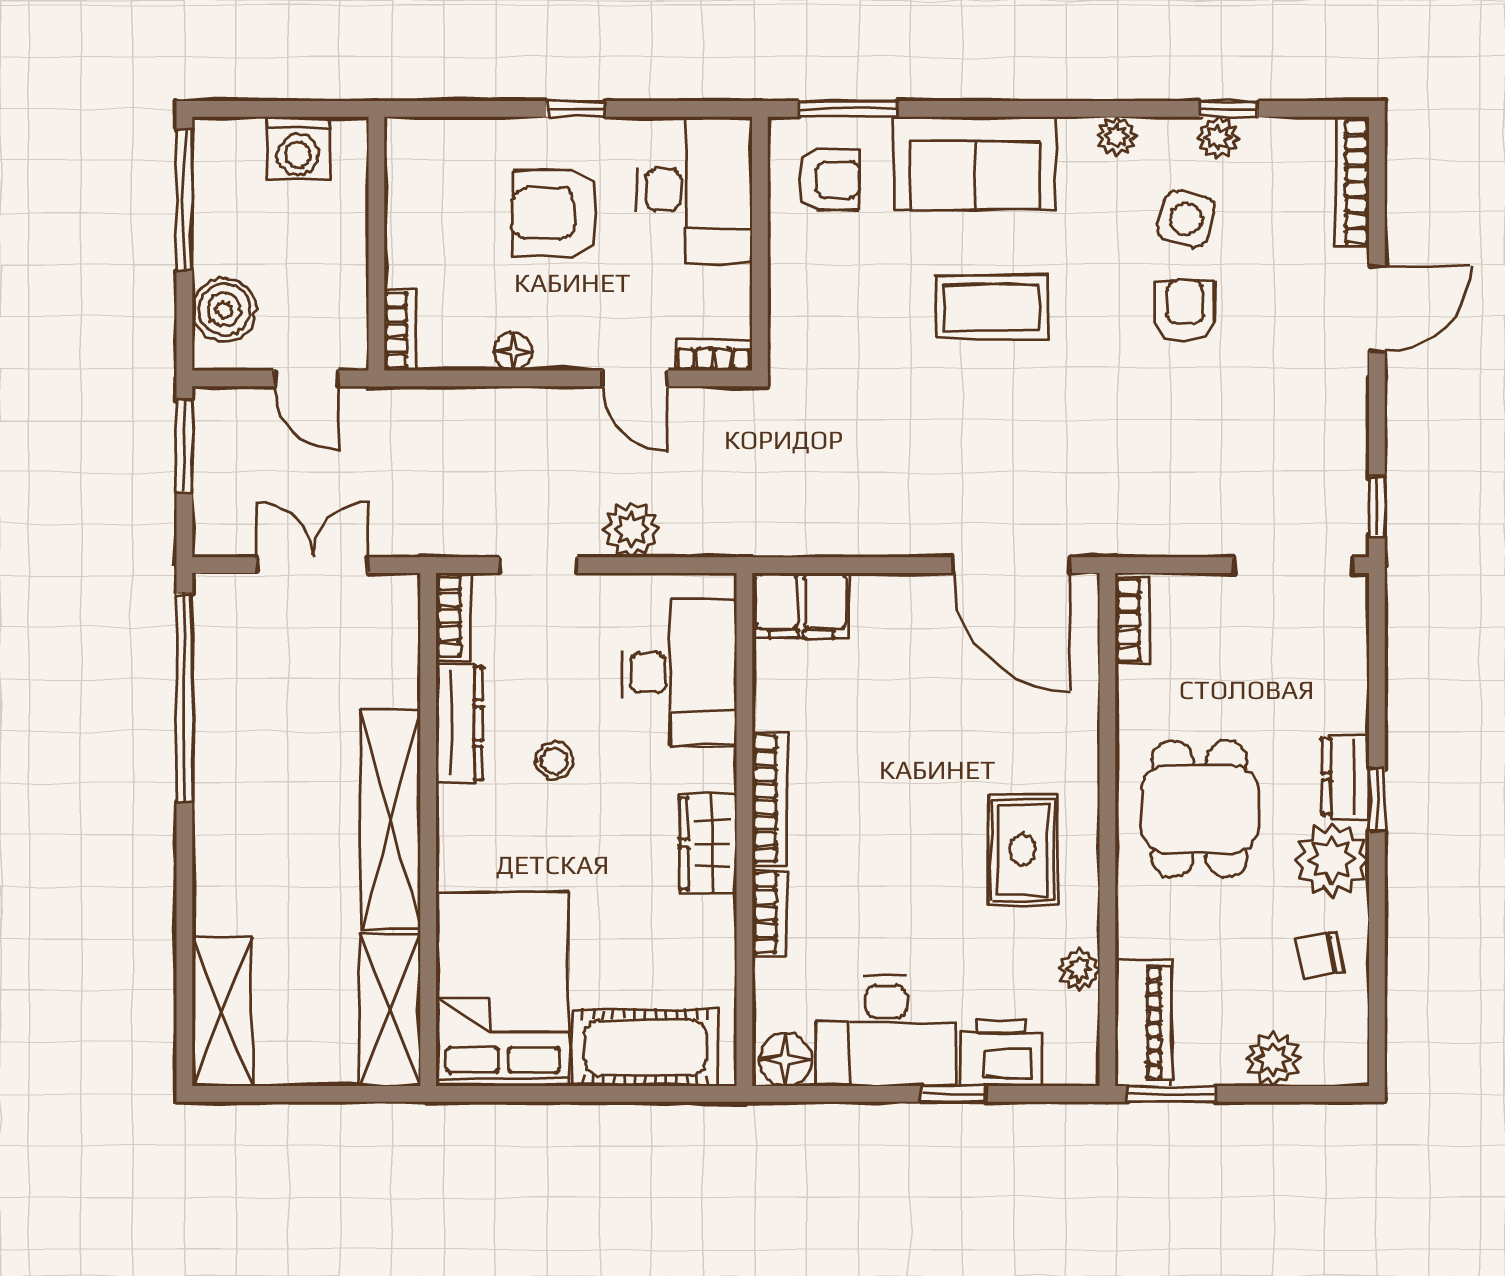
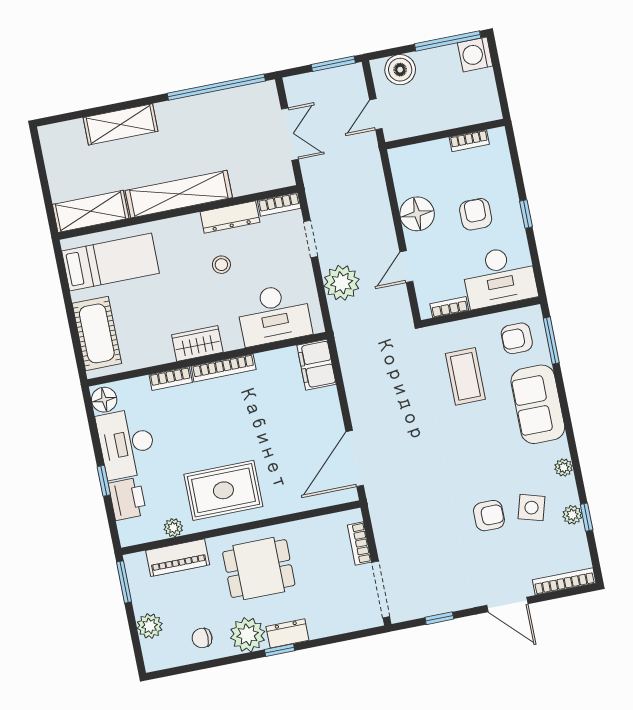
washing machine: (298, 148) -> (475, 54), moved
armchair: (829, 179) -> (517, 338), turned 90
armchair: (555, 213) -> (476, 214), width x0.72, depth x0.72
coffee table: (992, 308) -> (465, 376), moved
bookcase: (400, 331) -> (469, 141), moved
floor lamp: (513, 351) -> (417, 214), width x1.89, depth x1.89
bookcase: (714, 355) -> (449, 307), moved, turned -90
window: (1377, 507) -> (439, 618), moved
plant: (632, 529) -> (342, 283), width x1.36, depth x1.36
bookcase: (1133, 620) -> (359, 543), moved, turned 90
rug: (1023, 850) -> (223, 490), width x1.36, depth x1.43
chair: (1320, 955) -> (202, 638), turned -79
bed: (503, 989) -> (111, 262), width x0.67
shelving: (222, 1011) -> (120, 124), moved
piano: (1143, 1023) -> (178, 558), moved

